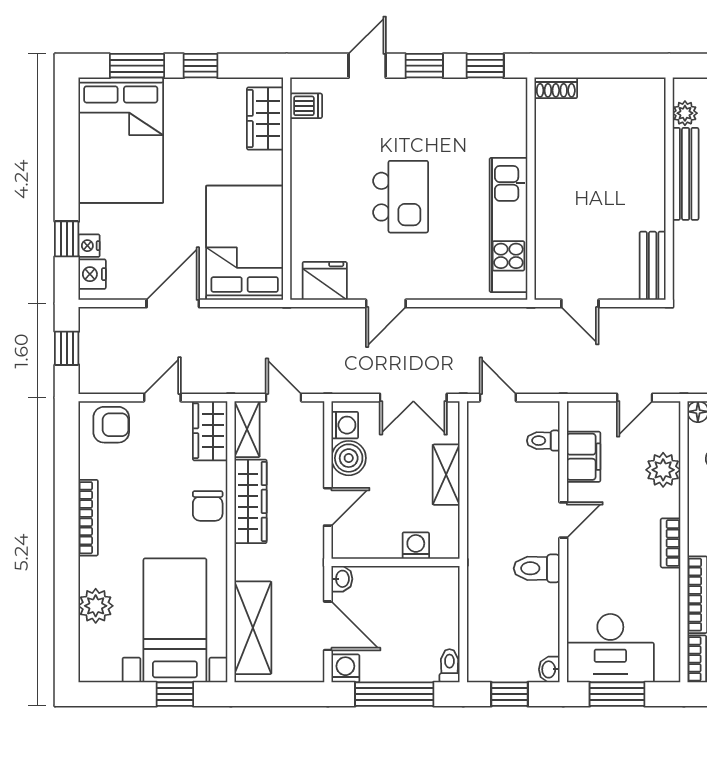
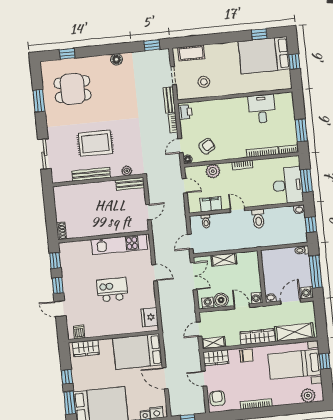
plant: (685, 113) -> (127, 171), moved
door: (386, 303) -> (155, 273), moved
wardrobe: (251, 501) -> (257, 337), moved
washing machine: (416, 546) -> (257, 298), moved
plant: (96, 606) -> (308, 396), moved

